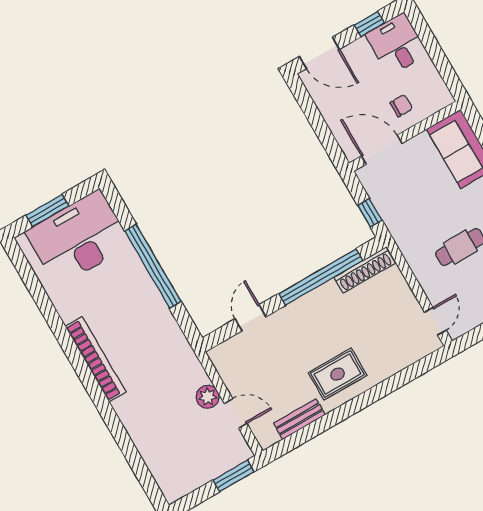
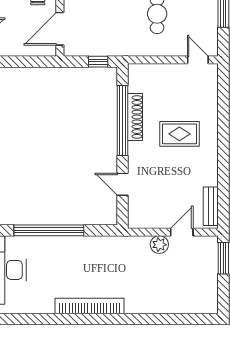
shoe rack: (365, 270) -> (135, 117), moved
rug: (338, 374) -> (179, 134), moved, turned 90
bench: (299, 419) -> (211, 206), moved

